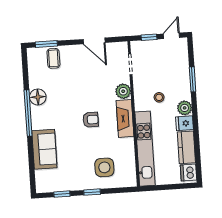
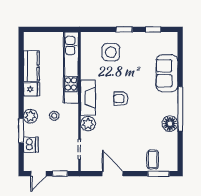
plant: (185, 108) -> (30, 116), moved
dishwasher: (189, 173) -> (31, 145), moved

